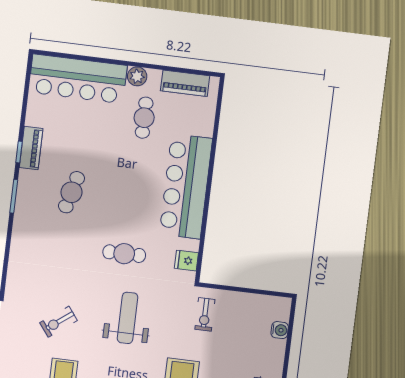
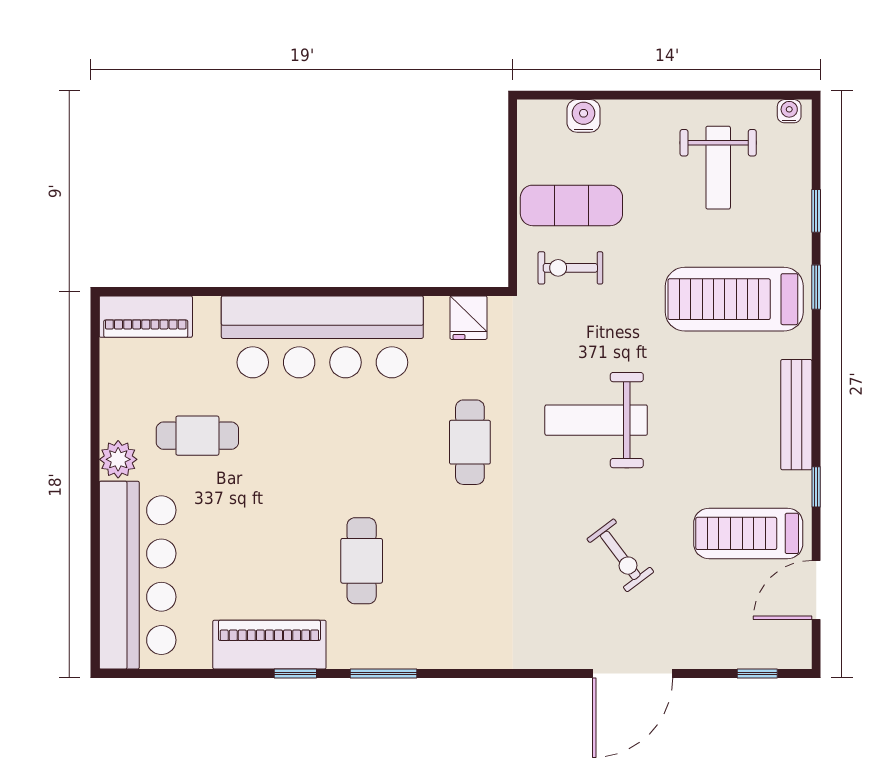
piano: (185, 83) -> (146, 317), moved, turned 90
piano: (31, 148) -> (269, 645), width x1.37, depth x1.33
cafe table: (71, 192) -> (362, 561), turned 75
exercise bike: (205, 314) -> (570, 268), turned 180
exercise mat: (236, 319) -> (571, 205), added

